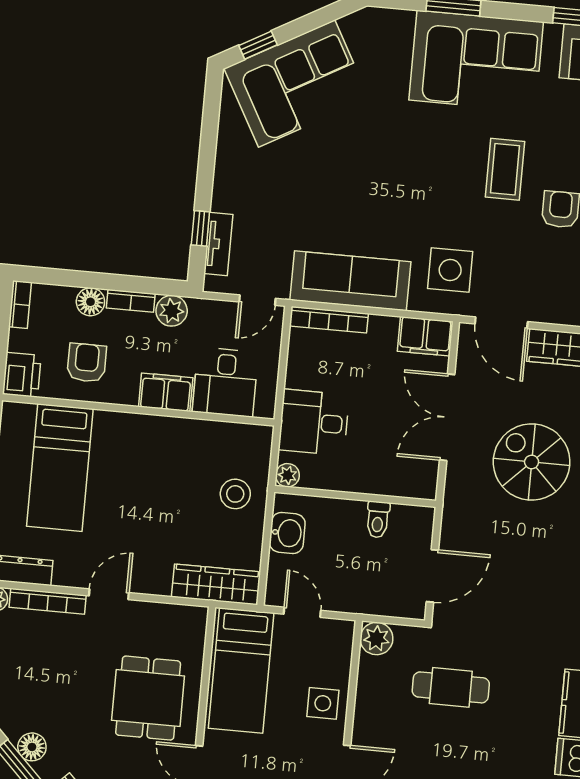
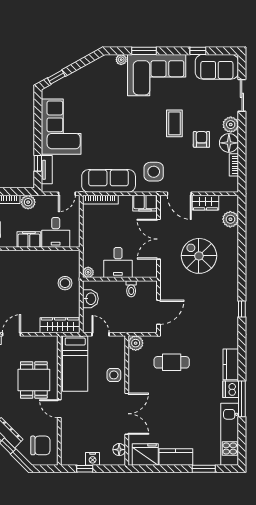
plant: (402, 20) -> (121, 60), added
corner sofa: (297, 83) -> (61, 127), moved, turned -61
desk: (314, 422) -> (118, 263), moved, turned -90

